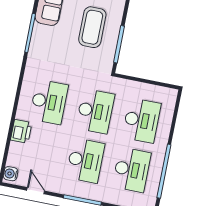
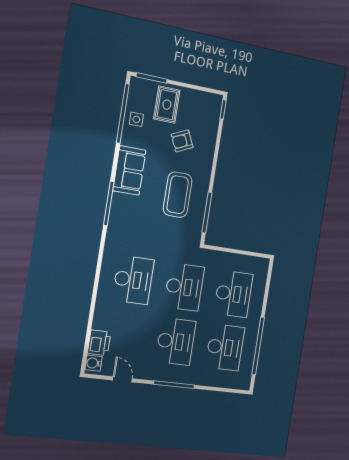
printer: (21, 131) -> (99, 343), moved

